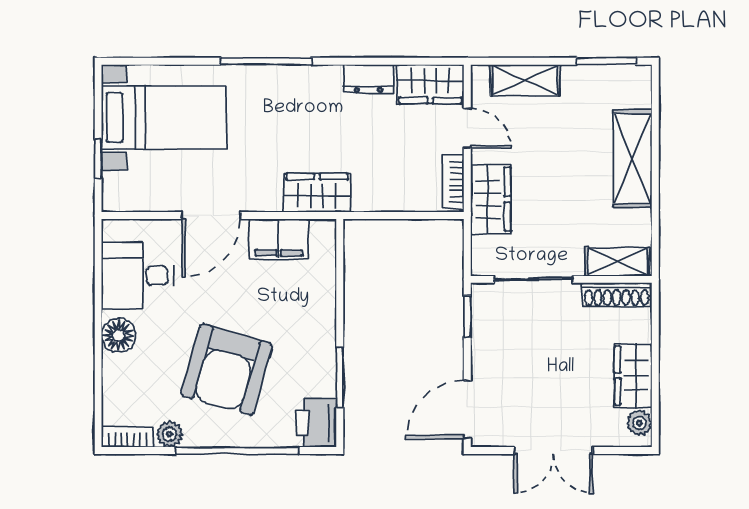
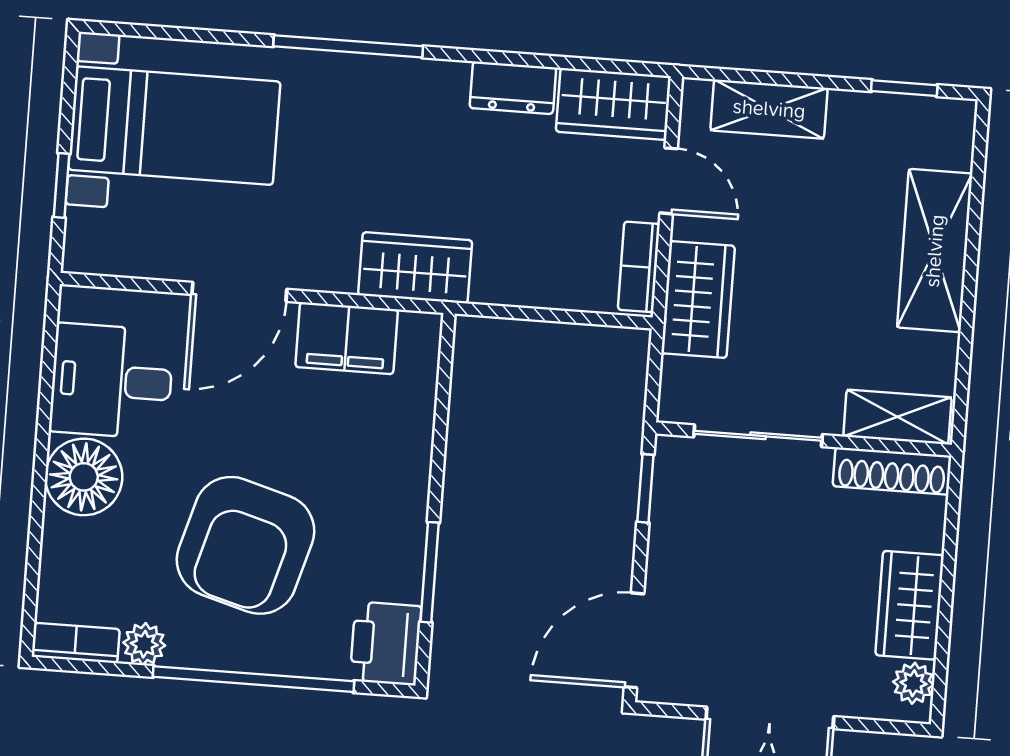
window: (607, 61) -> (904, 88), width x0.67
floor lamp: (119, 335) -> (84, 477), width x1.38, depth x1.38

